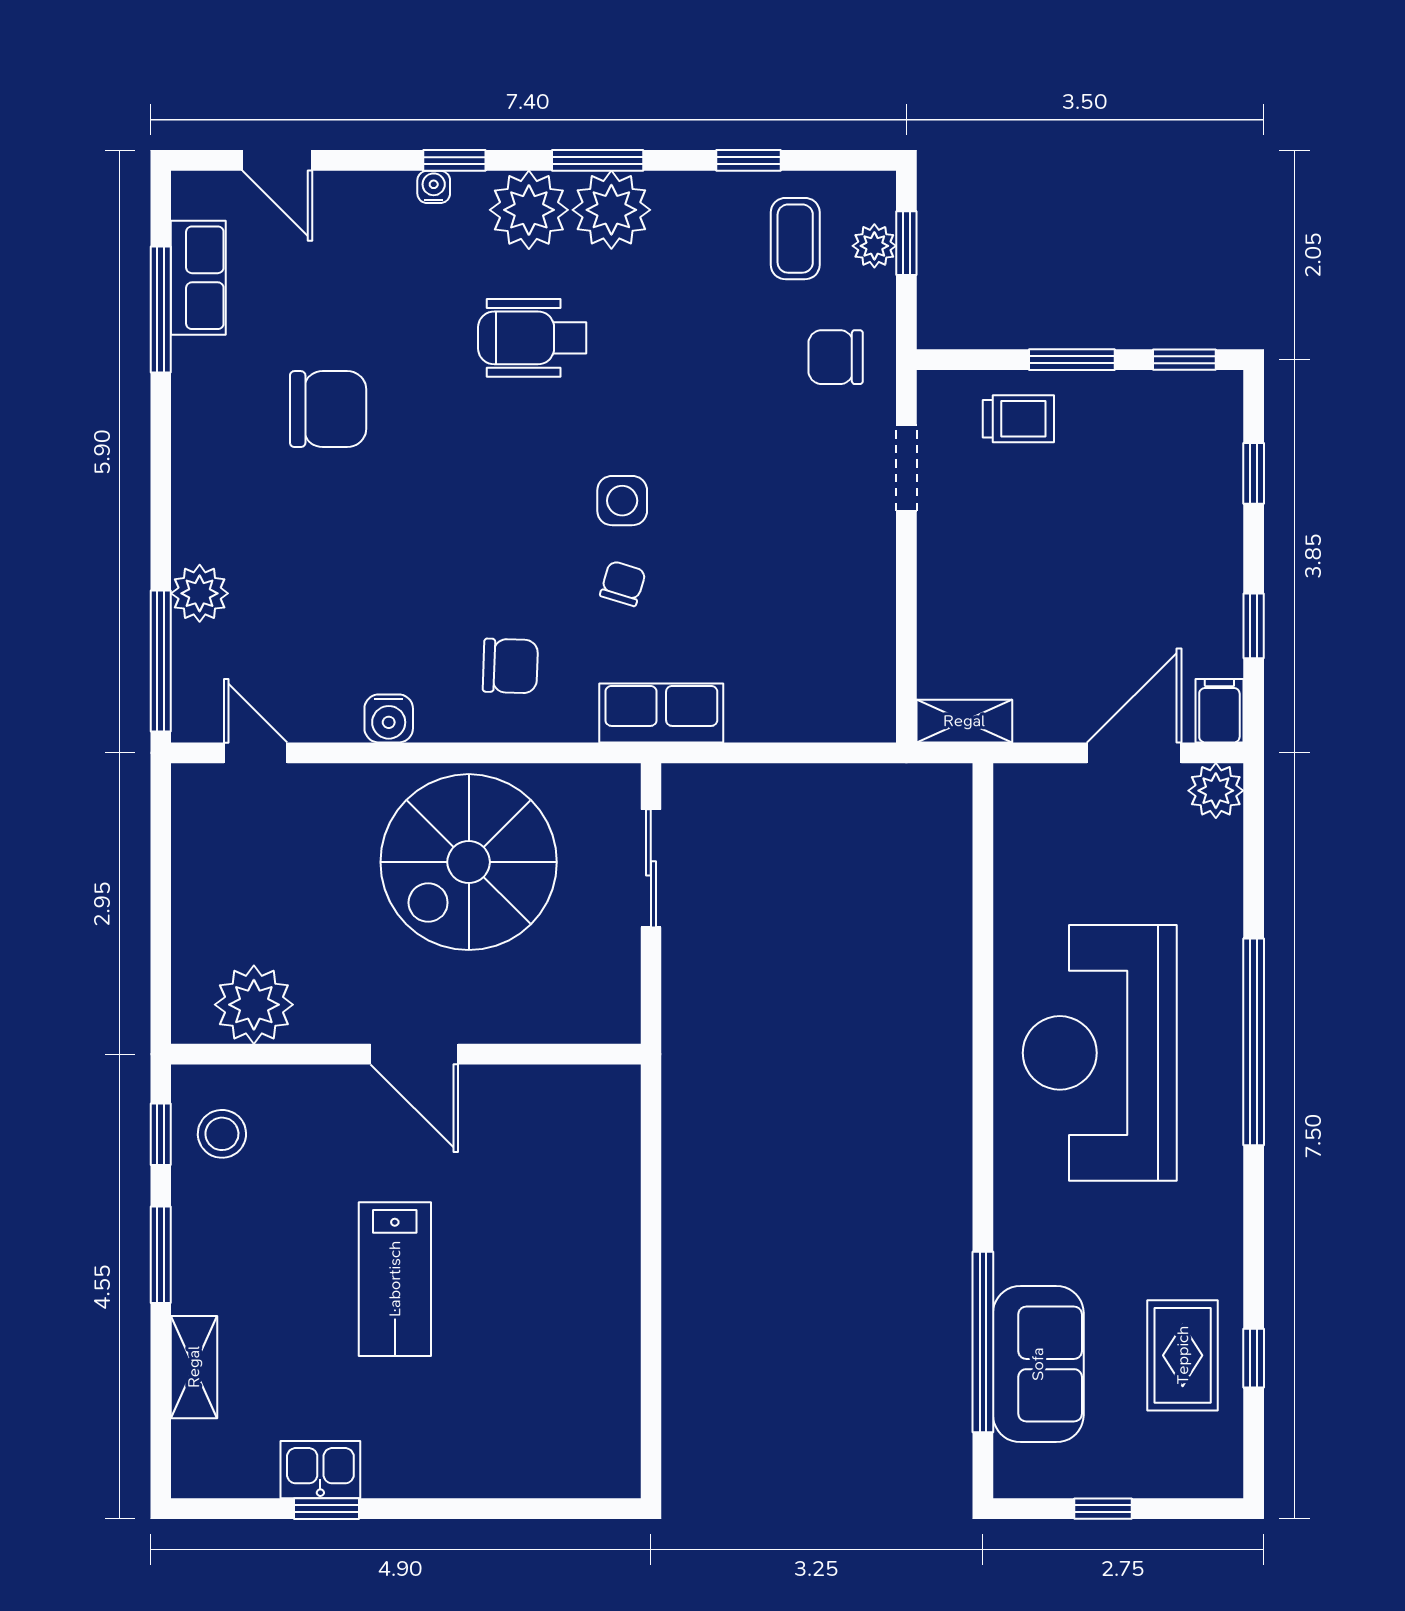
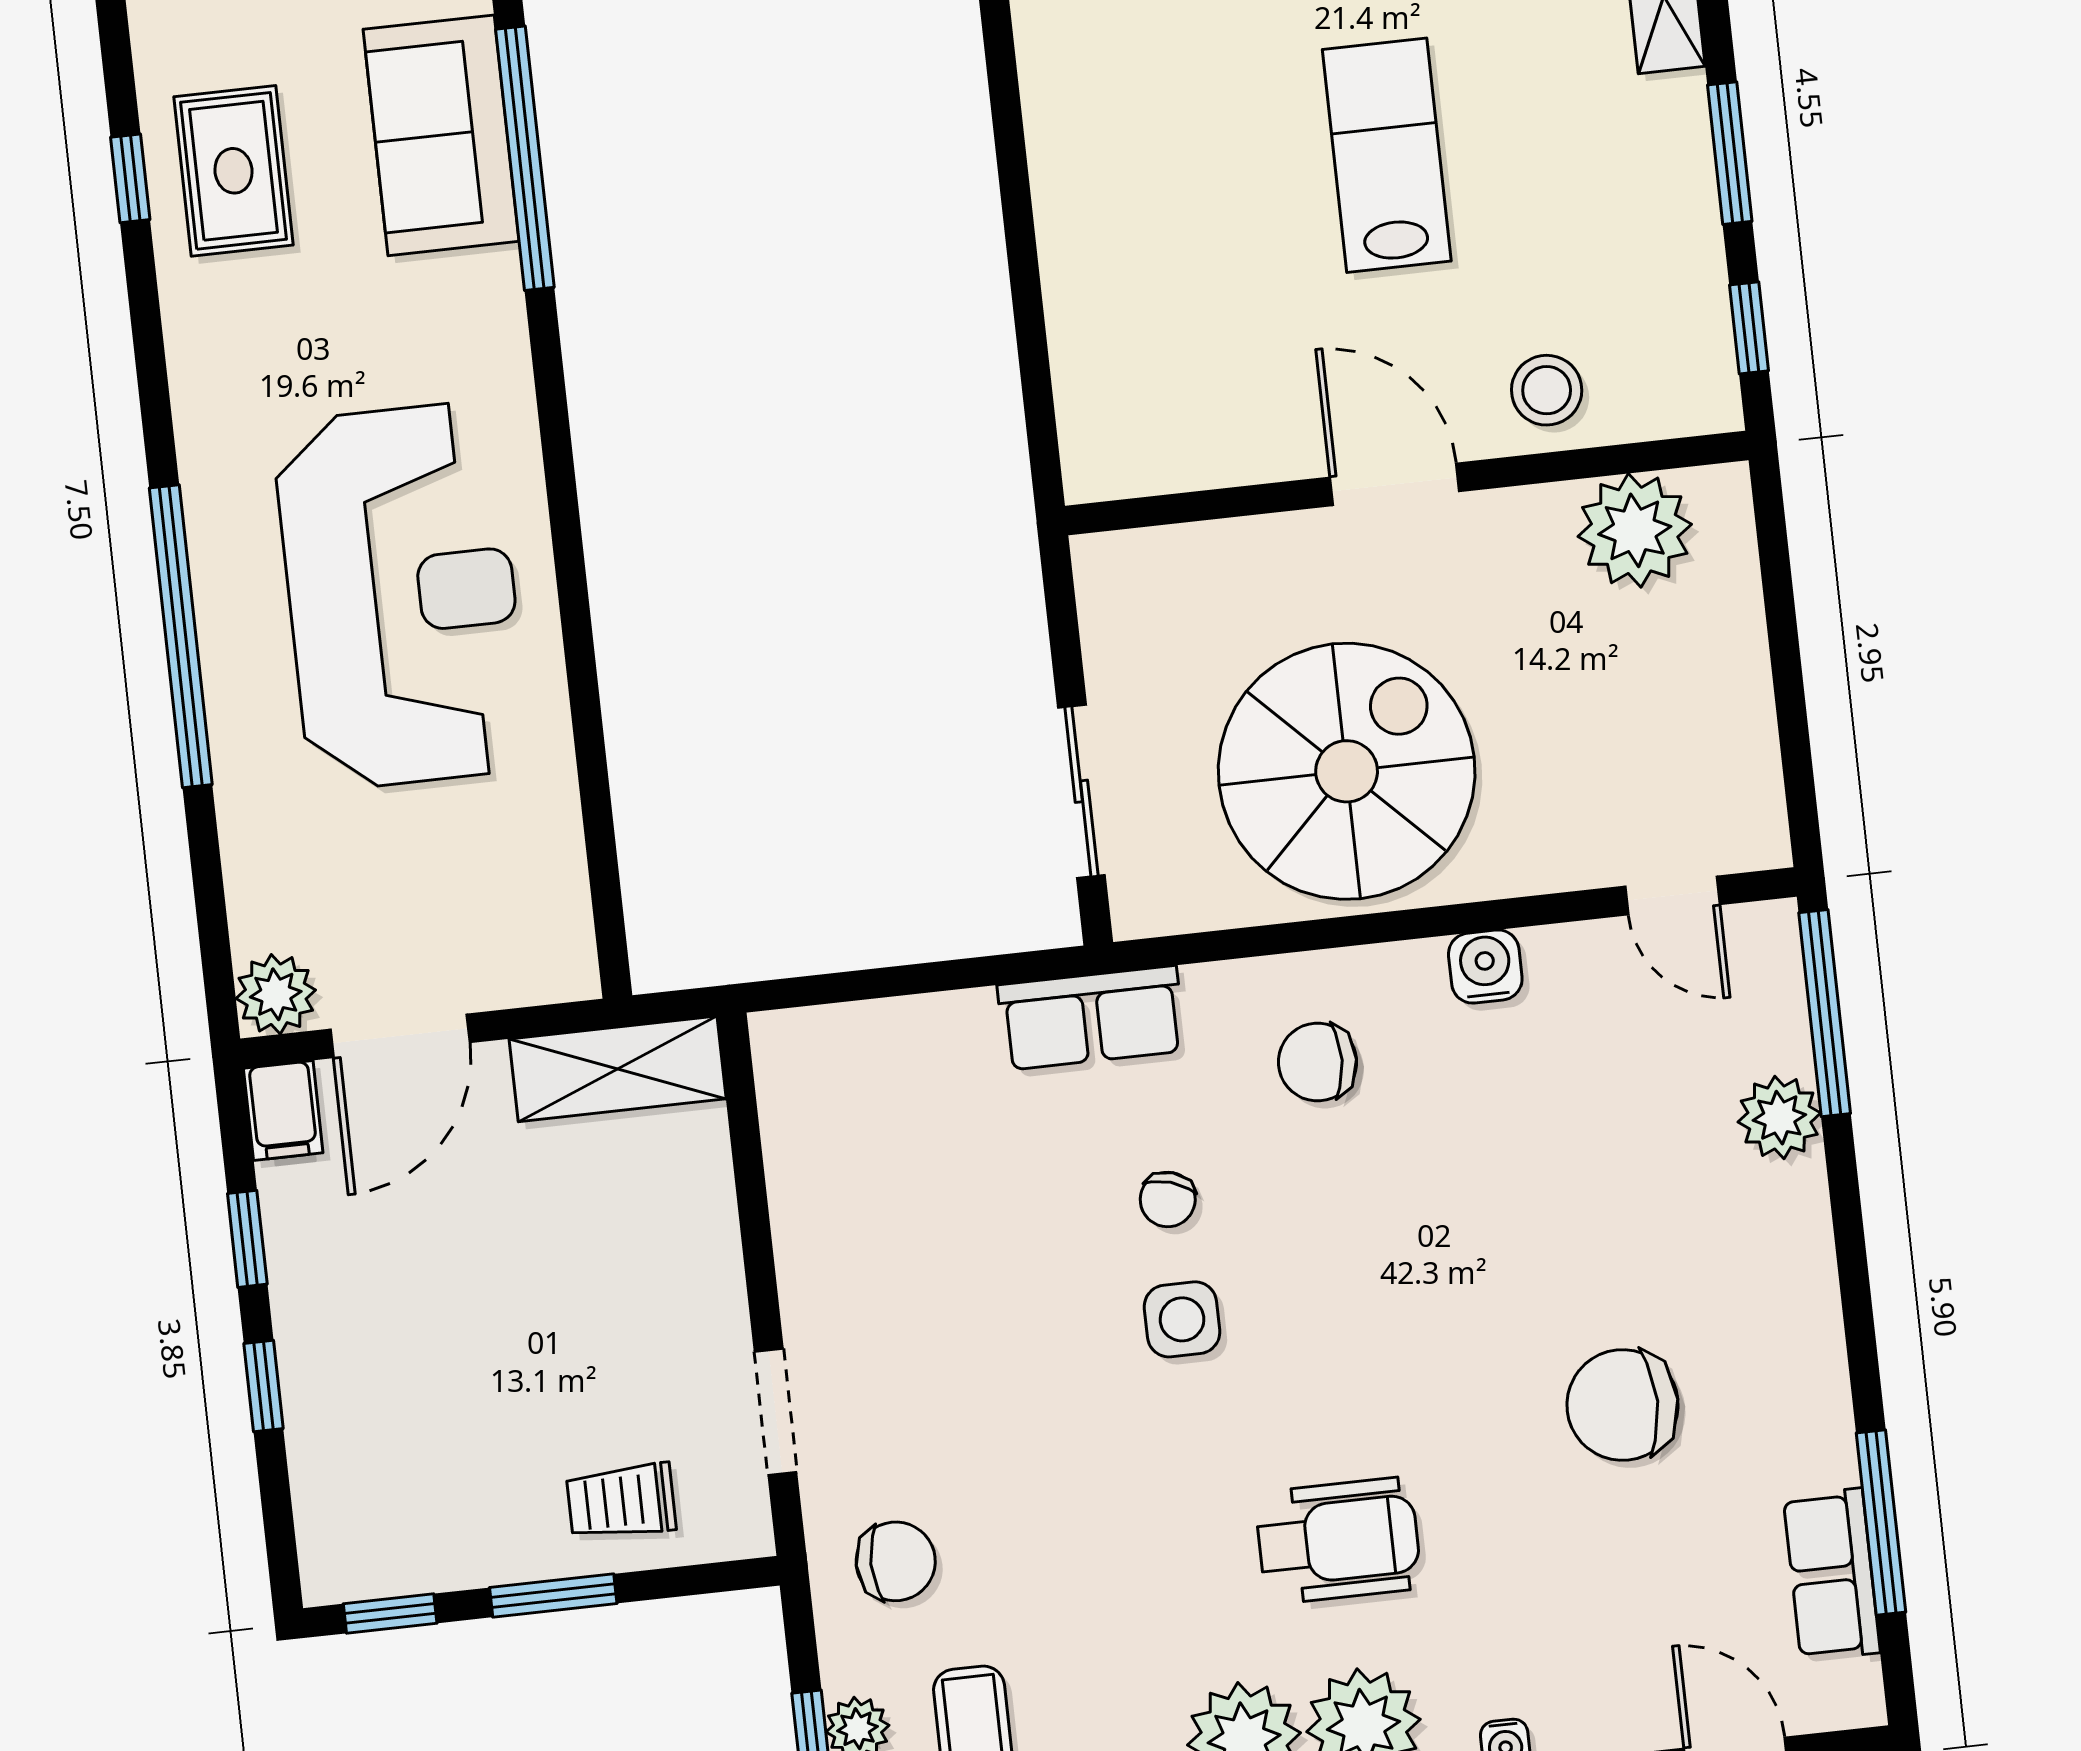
window: (1254, 473) -> (264, 1386), moved
shelving: (964, 721) -> (618, 1069), width x1.50, depth x1.33
stool: (222, 1134) -> (1547, 390), moved

